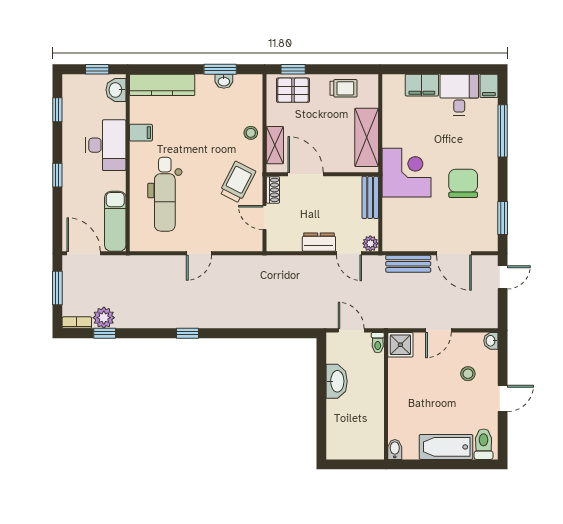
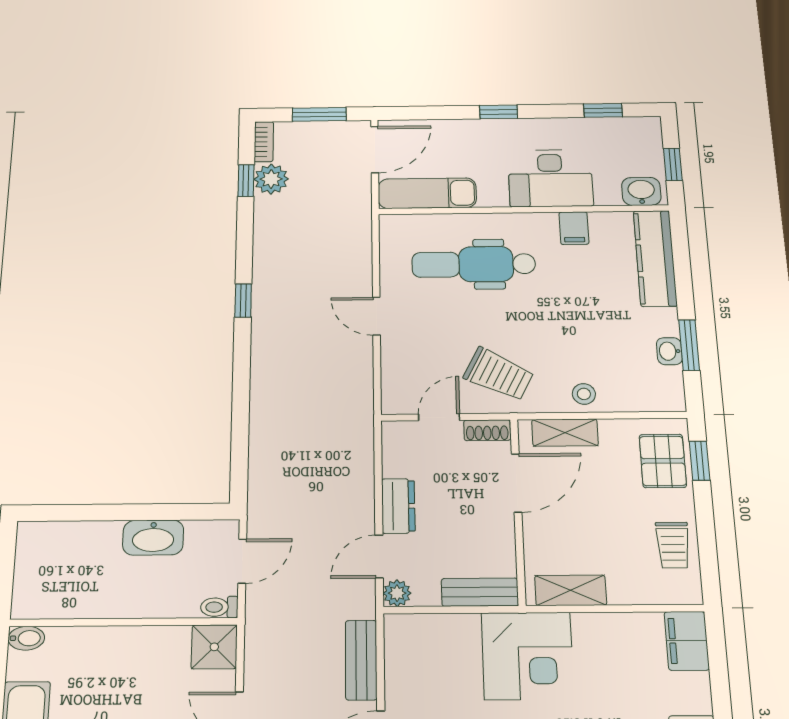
filing cabinet: (422, 85) -> (687, 641), moved
shelving: (367, 137) -> (571, 590), width x0.67, depth x0.75

